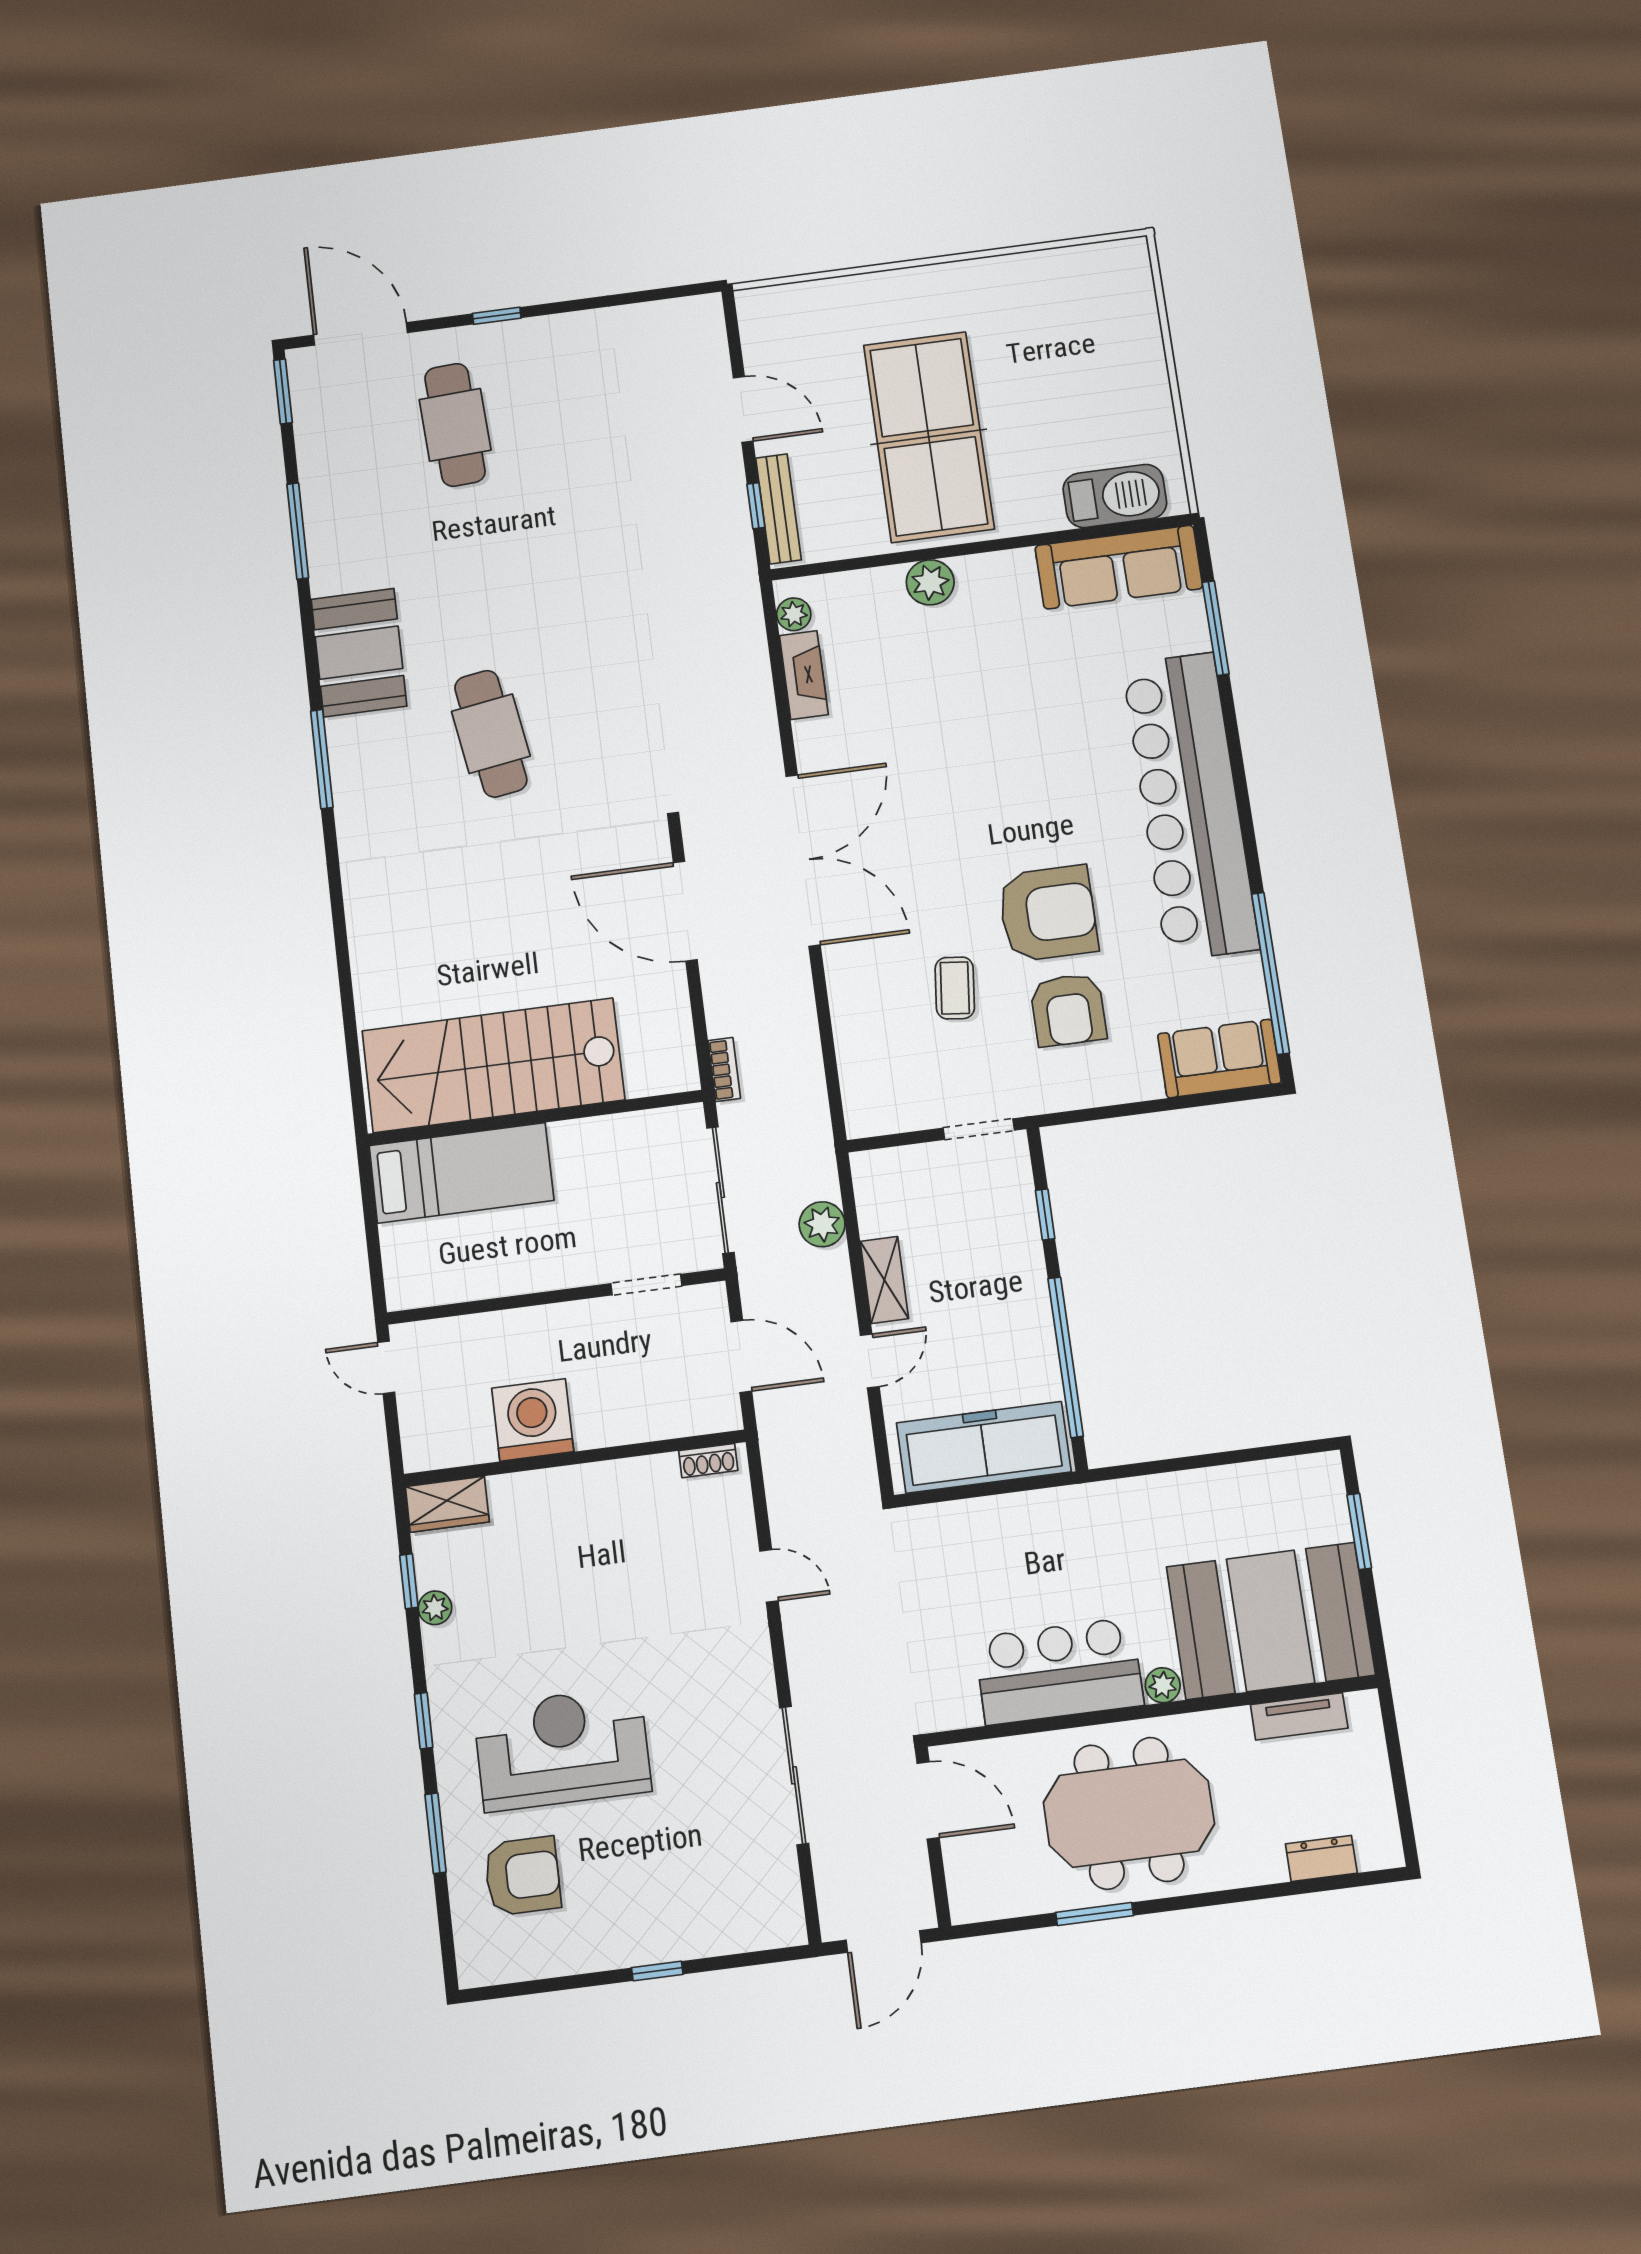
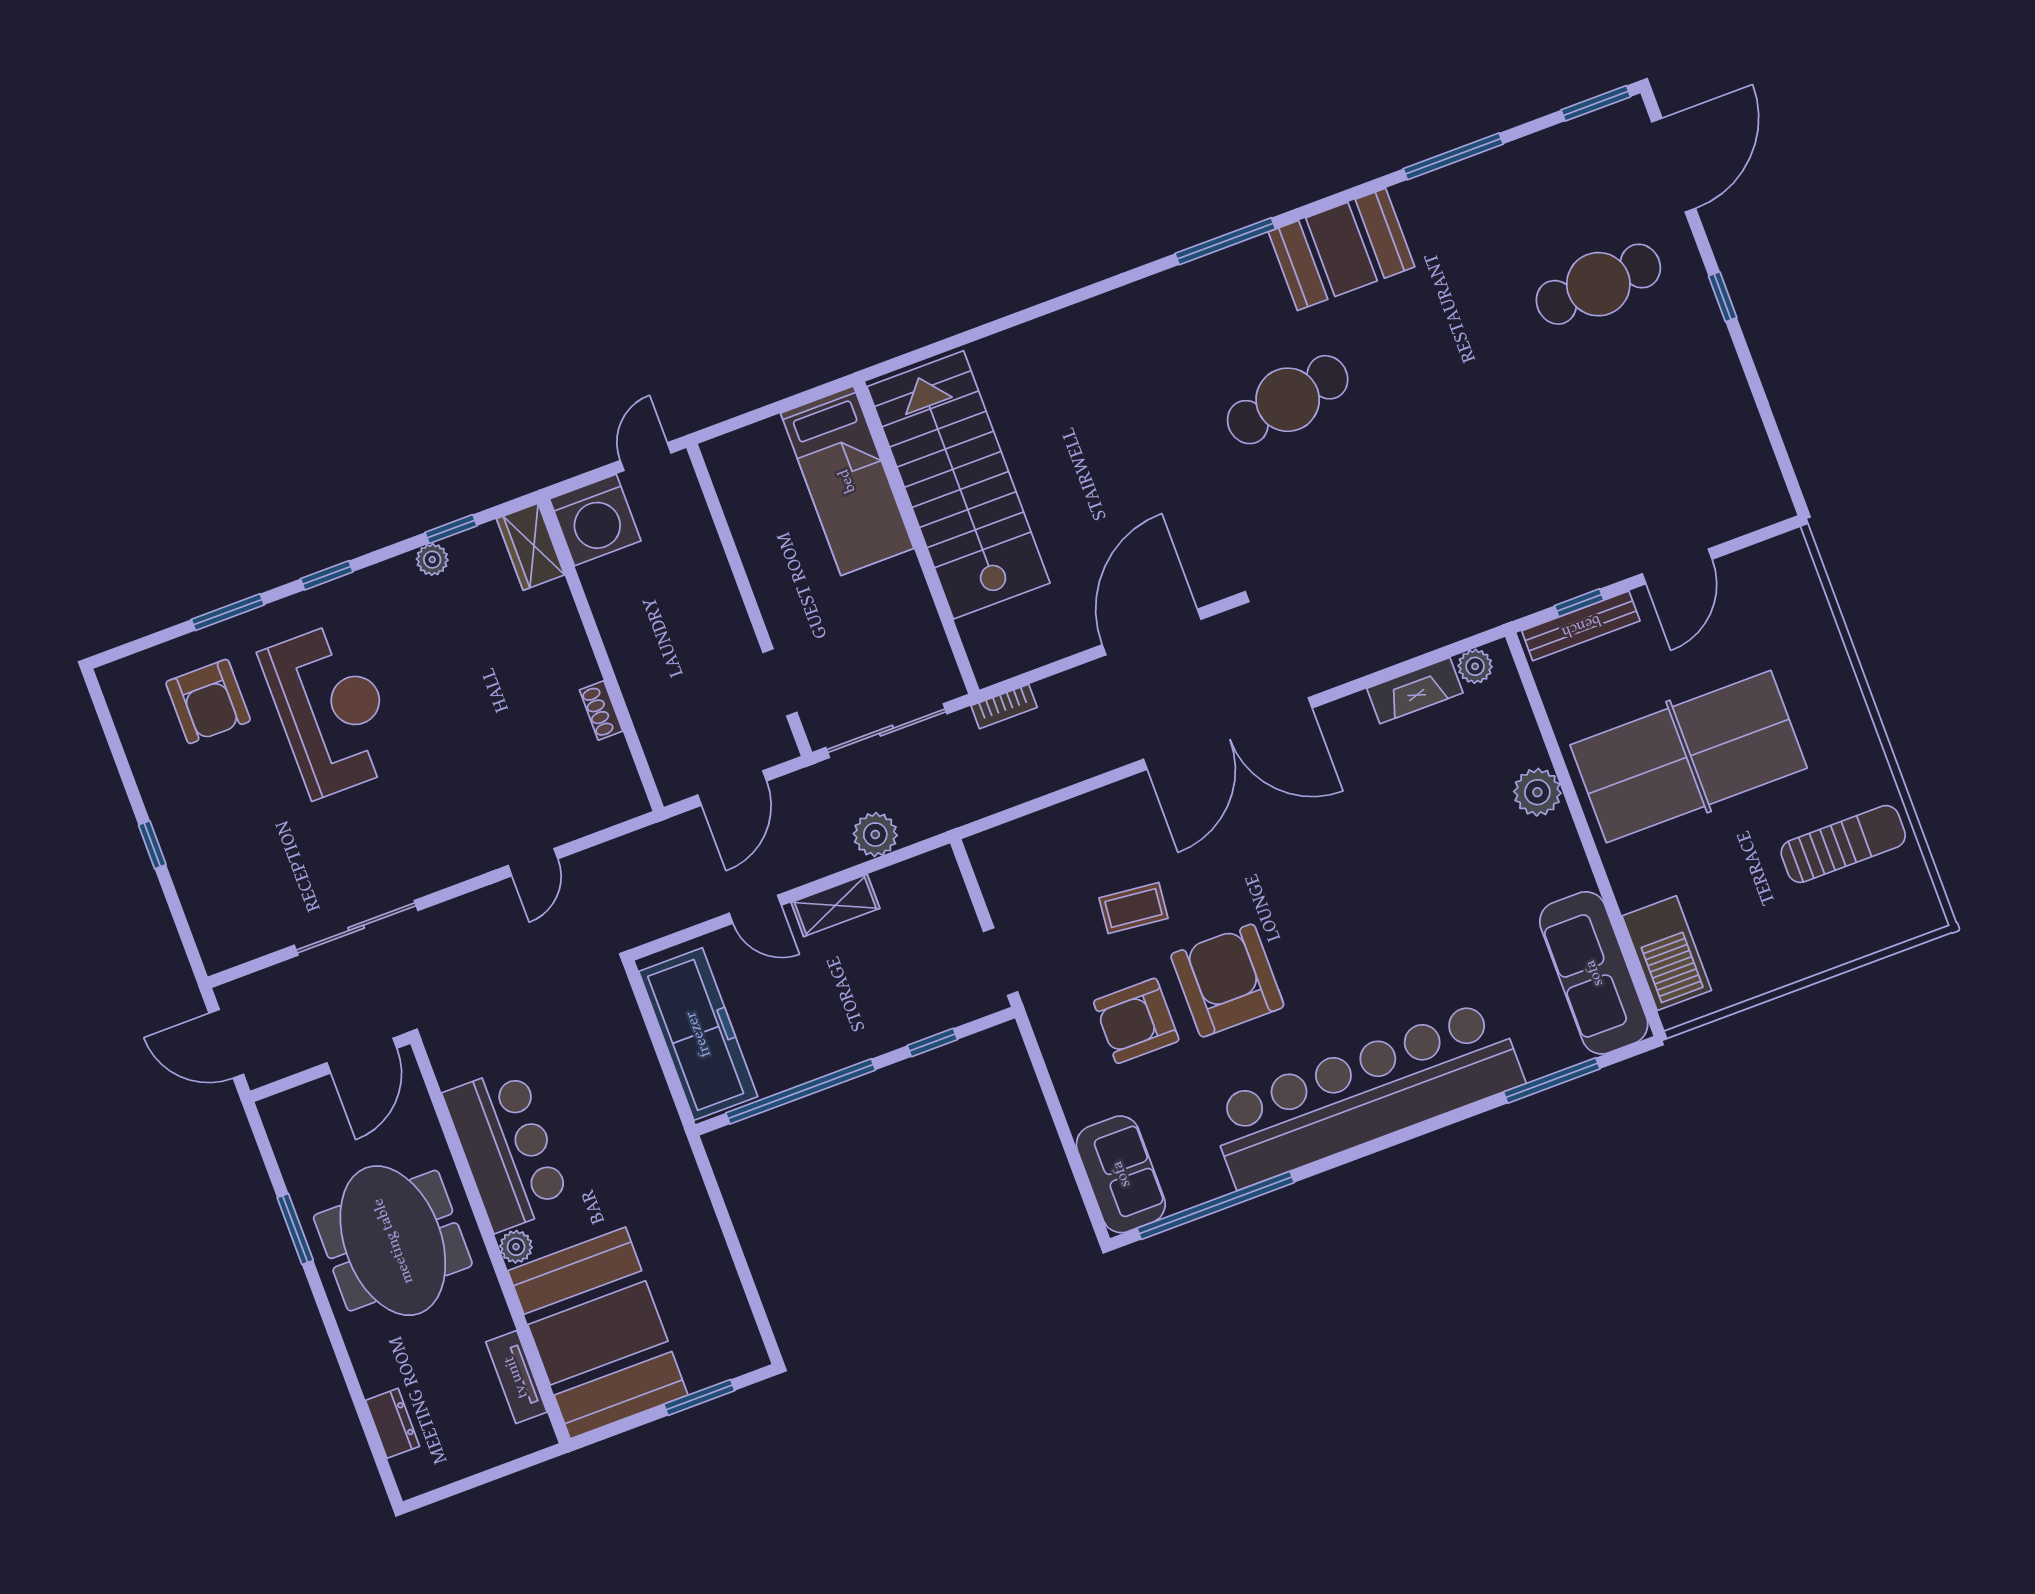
sun lounger: (1046, 315) -> (1843, 844), added
armchair: (1048, 913) -> (1227, 981), turned 180
washing machine: (533, 1420) -> (595, 520), moved, turned 90
shoe rack: (708, 1461) -> (601, 711), moved

